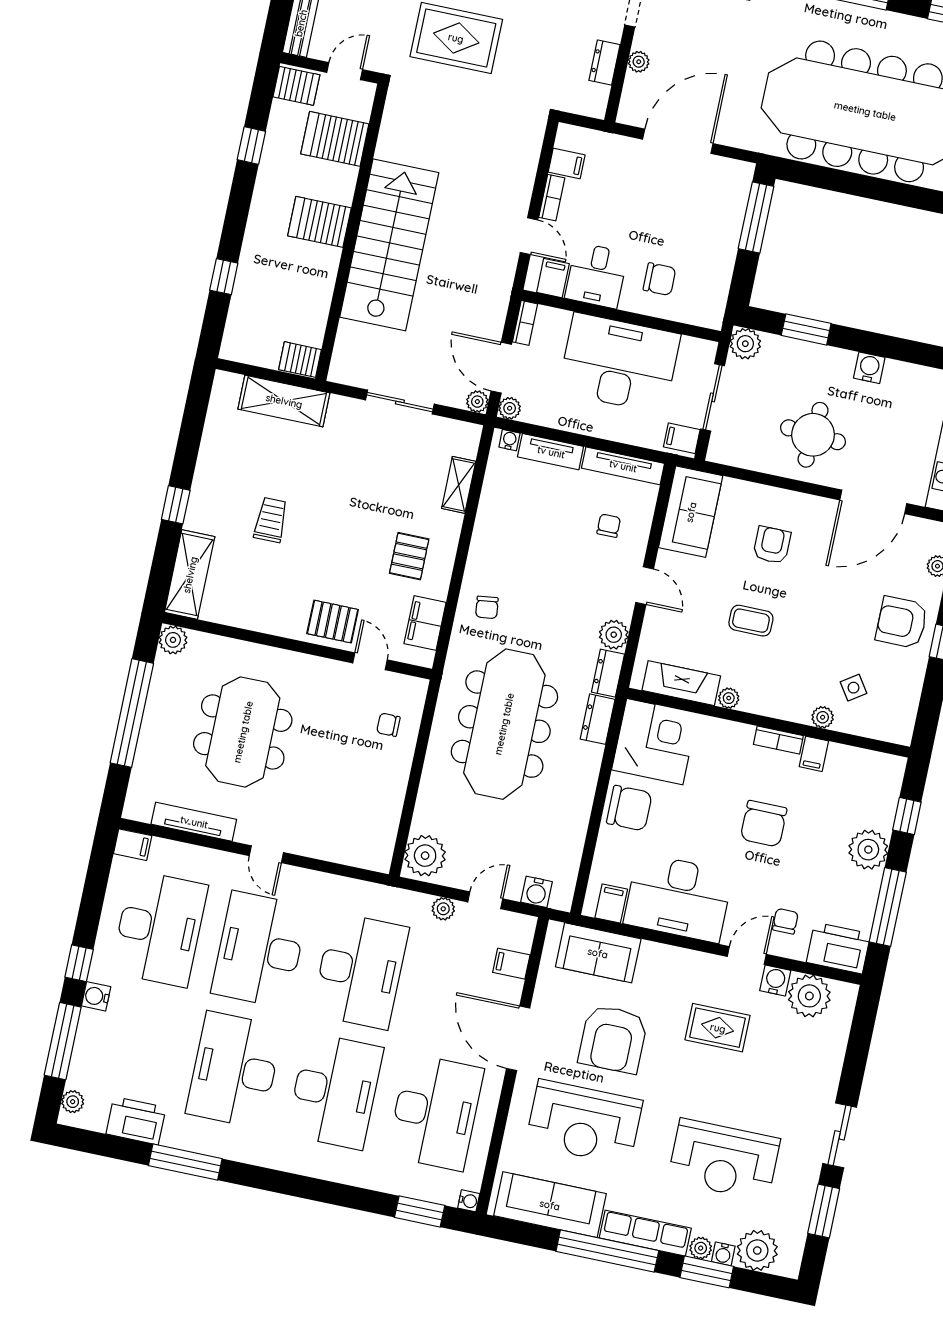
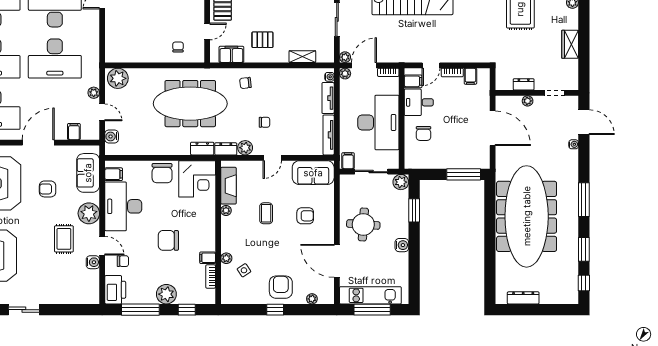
chair: (609, 526) -> (264, 122), moved
bookcase: (778, 740) -> (211, 276), moved
plant: (809, 996) -> (89, 213), moved
armchair: (613, 1039) -> (48, 189), width x0.53, depth x0.53

